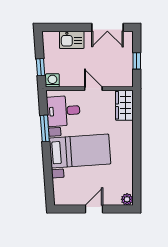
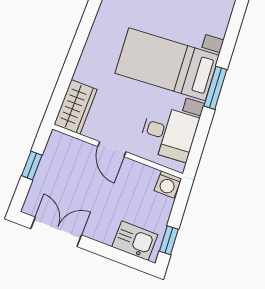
kitchen sink: (72, 40) -> (135, 241), moved
window: (40, 67) -> (169, 240), moved
window: (45, 128) -> (215, 88), moved

